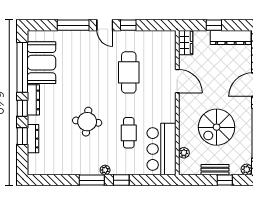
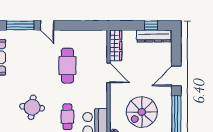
window: (128, 25) -> (67, 25), removed
window: (214, 25) -> (151, 25), moved
wardrobe: (186, 43) -> (116, 45), width x1.50

